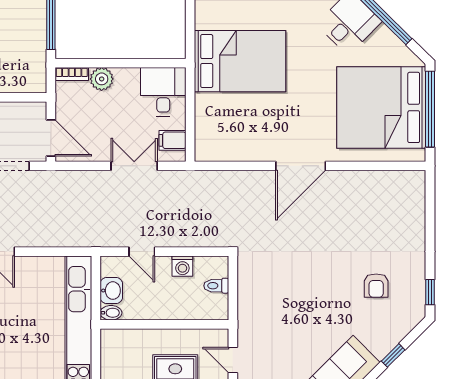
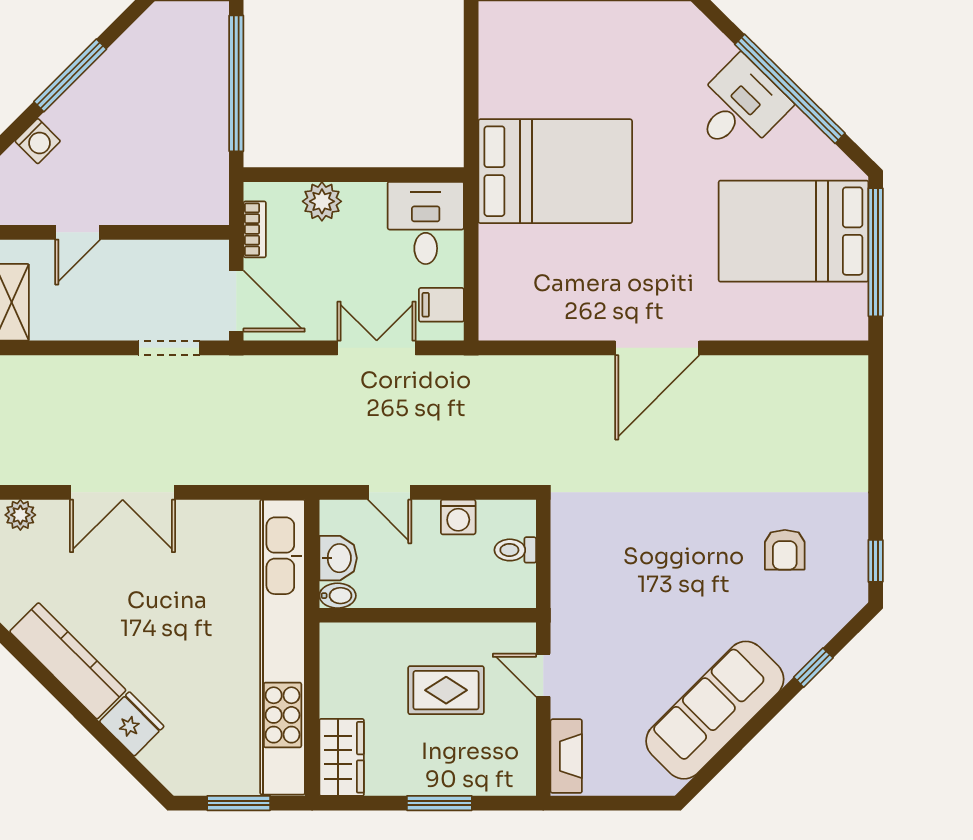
bookcase: (72, 74) -> (255, 229), moved, turned -90
bed: (381, 107) -> (793, 231), width x0.73

